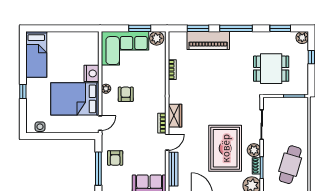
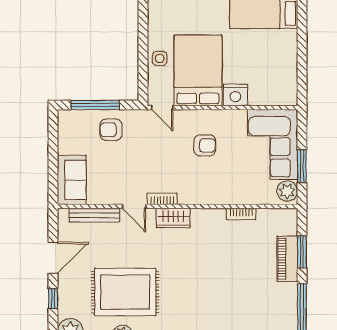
piano: (208, 41) -> (287, 259), width x0.73, depth x0.75
plant: (106, 89) -> (213, 116), removed
side table: (40, 127) -> (160, 58), moved

